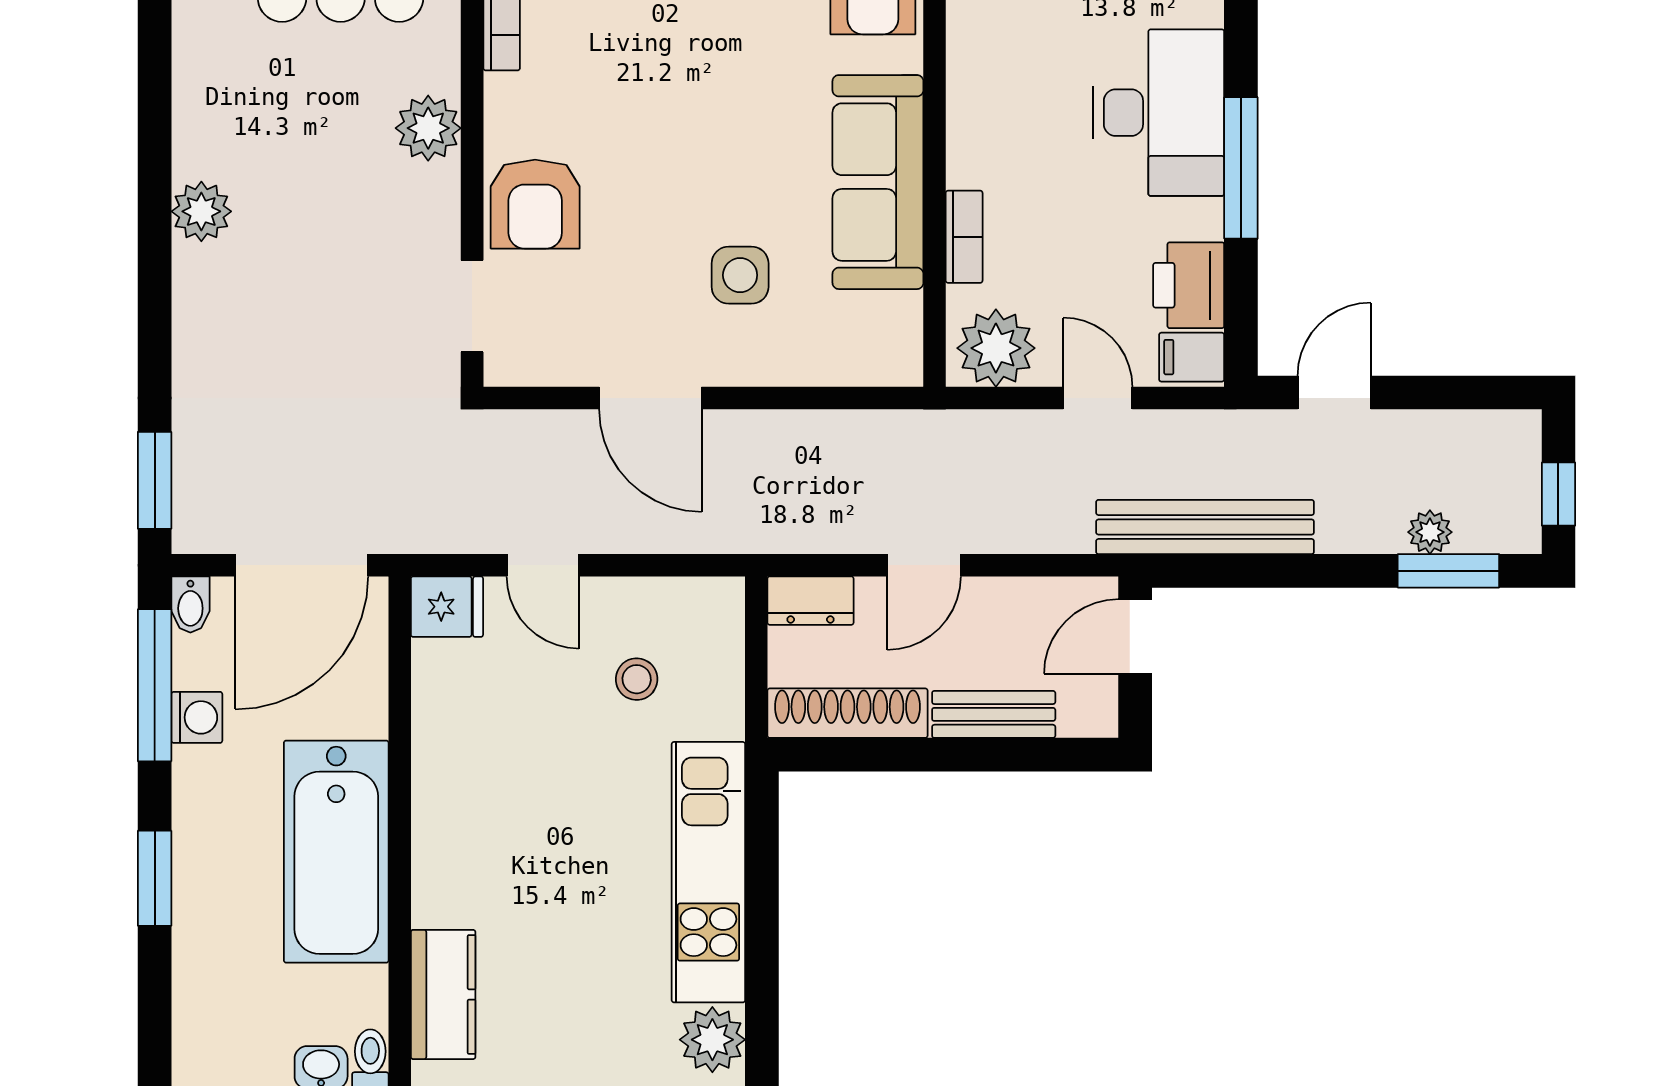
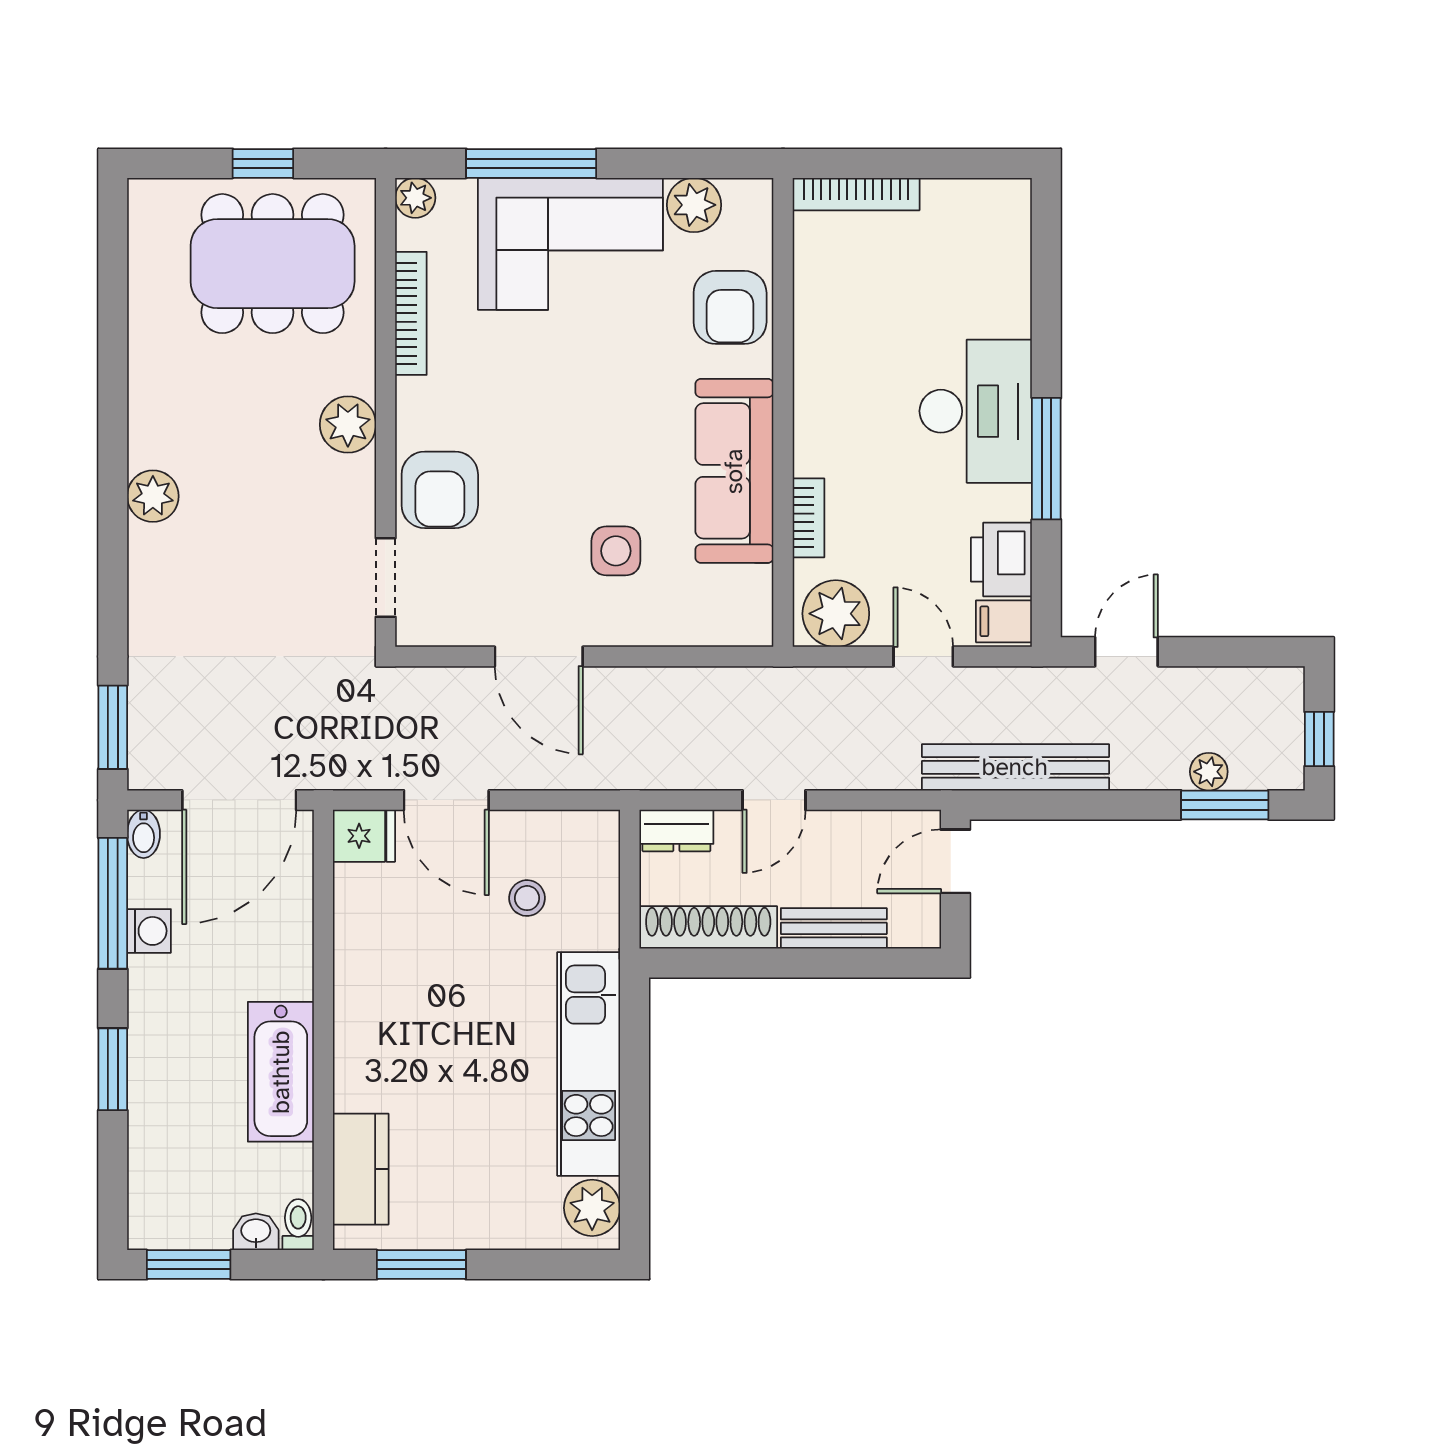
door: (543, 565) -> (446, 800), width x1.38
bathtub: (336, 852) -> (281, 1072), width x0.73, depth x0.73

